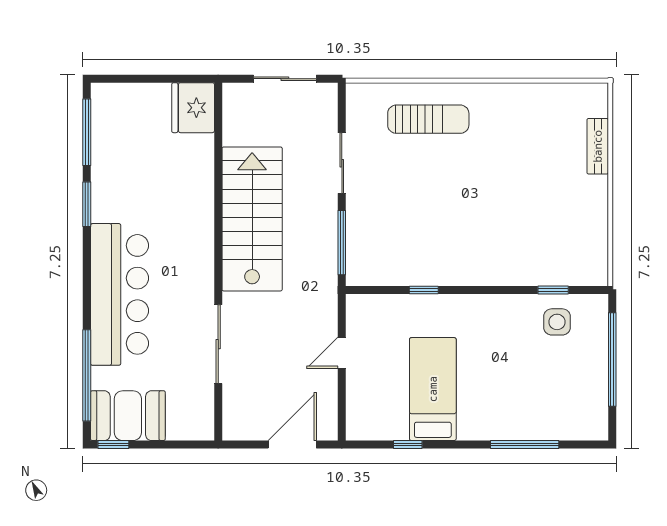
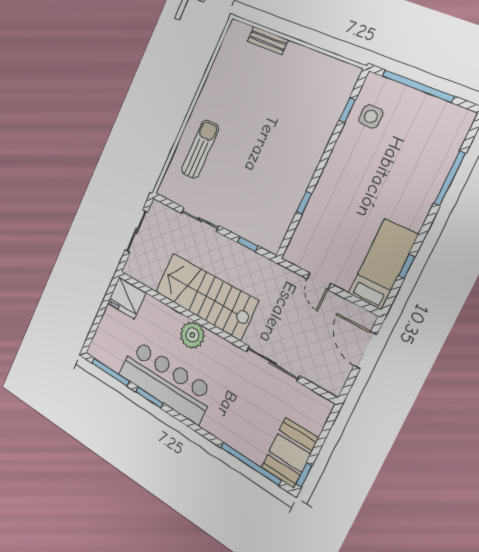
plant: (196, 224) -> (192, 335), added
window: (342, 243) -> (248, 244), width x0.46
bar counter: (120, 294) -> (166, 381), moved
bed: (433, 389) -> (383, 264), moved, turned 90

